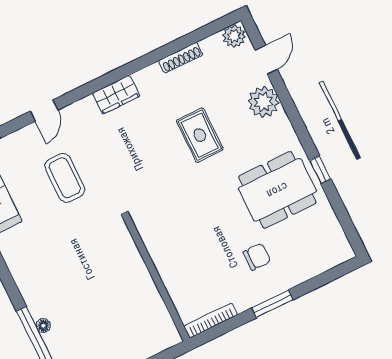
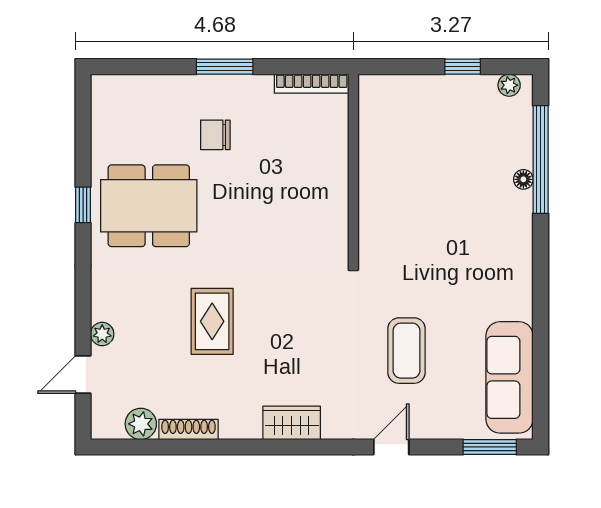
plant: (234, 36) -> (141, 424), moved
plant: (264, 102) -> (102, 334), width x0.53, depth x0.53

